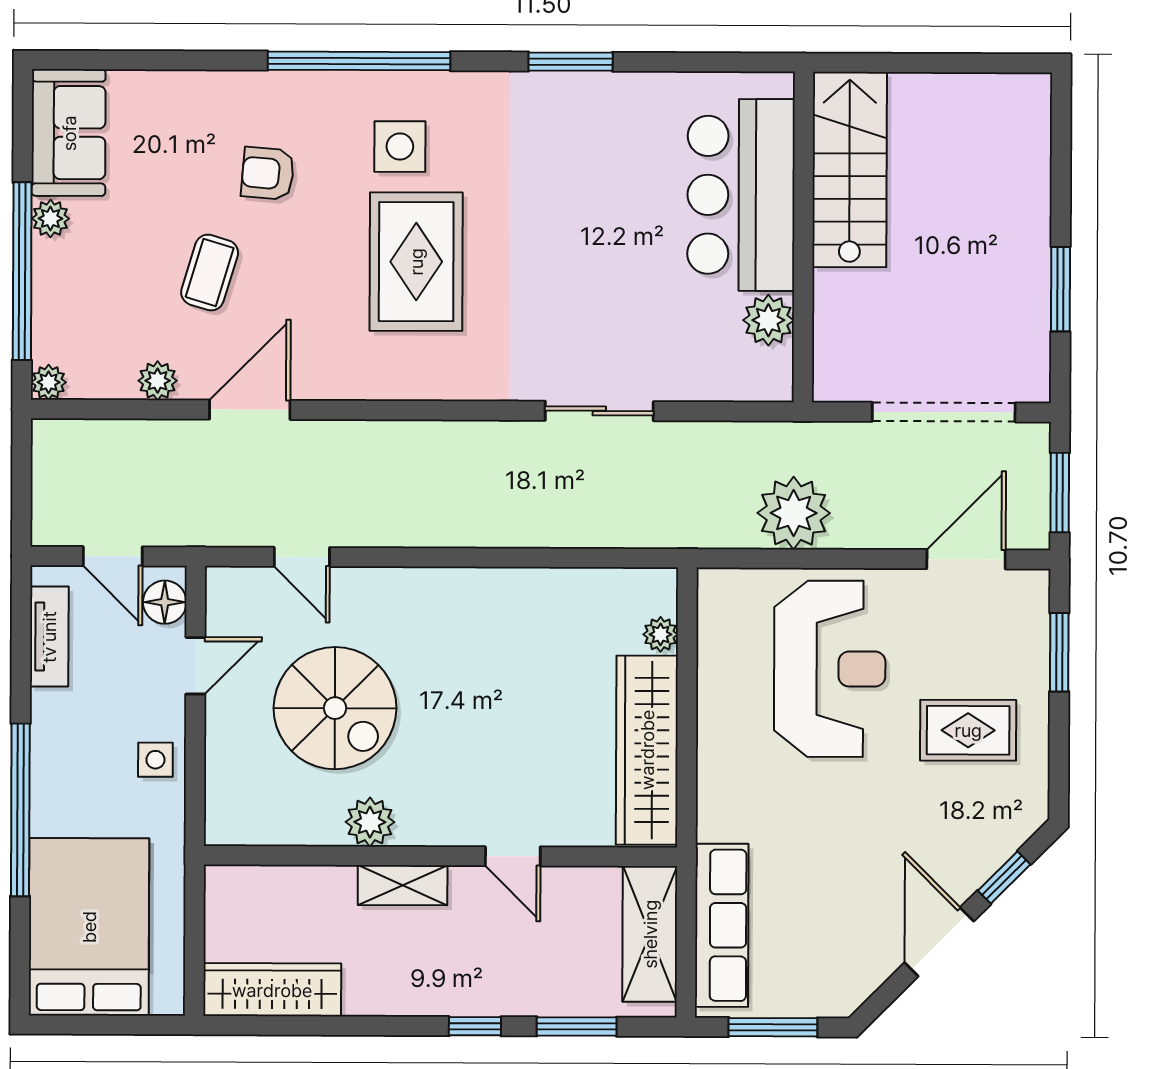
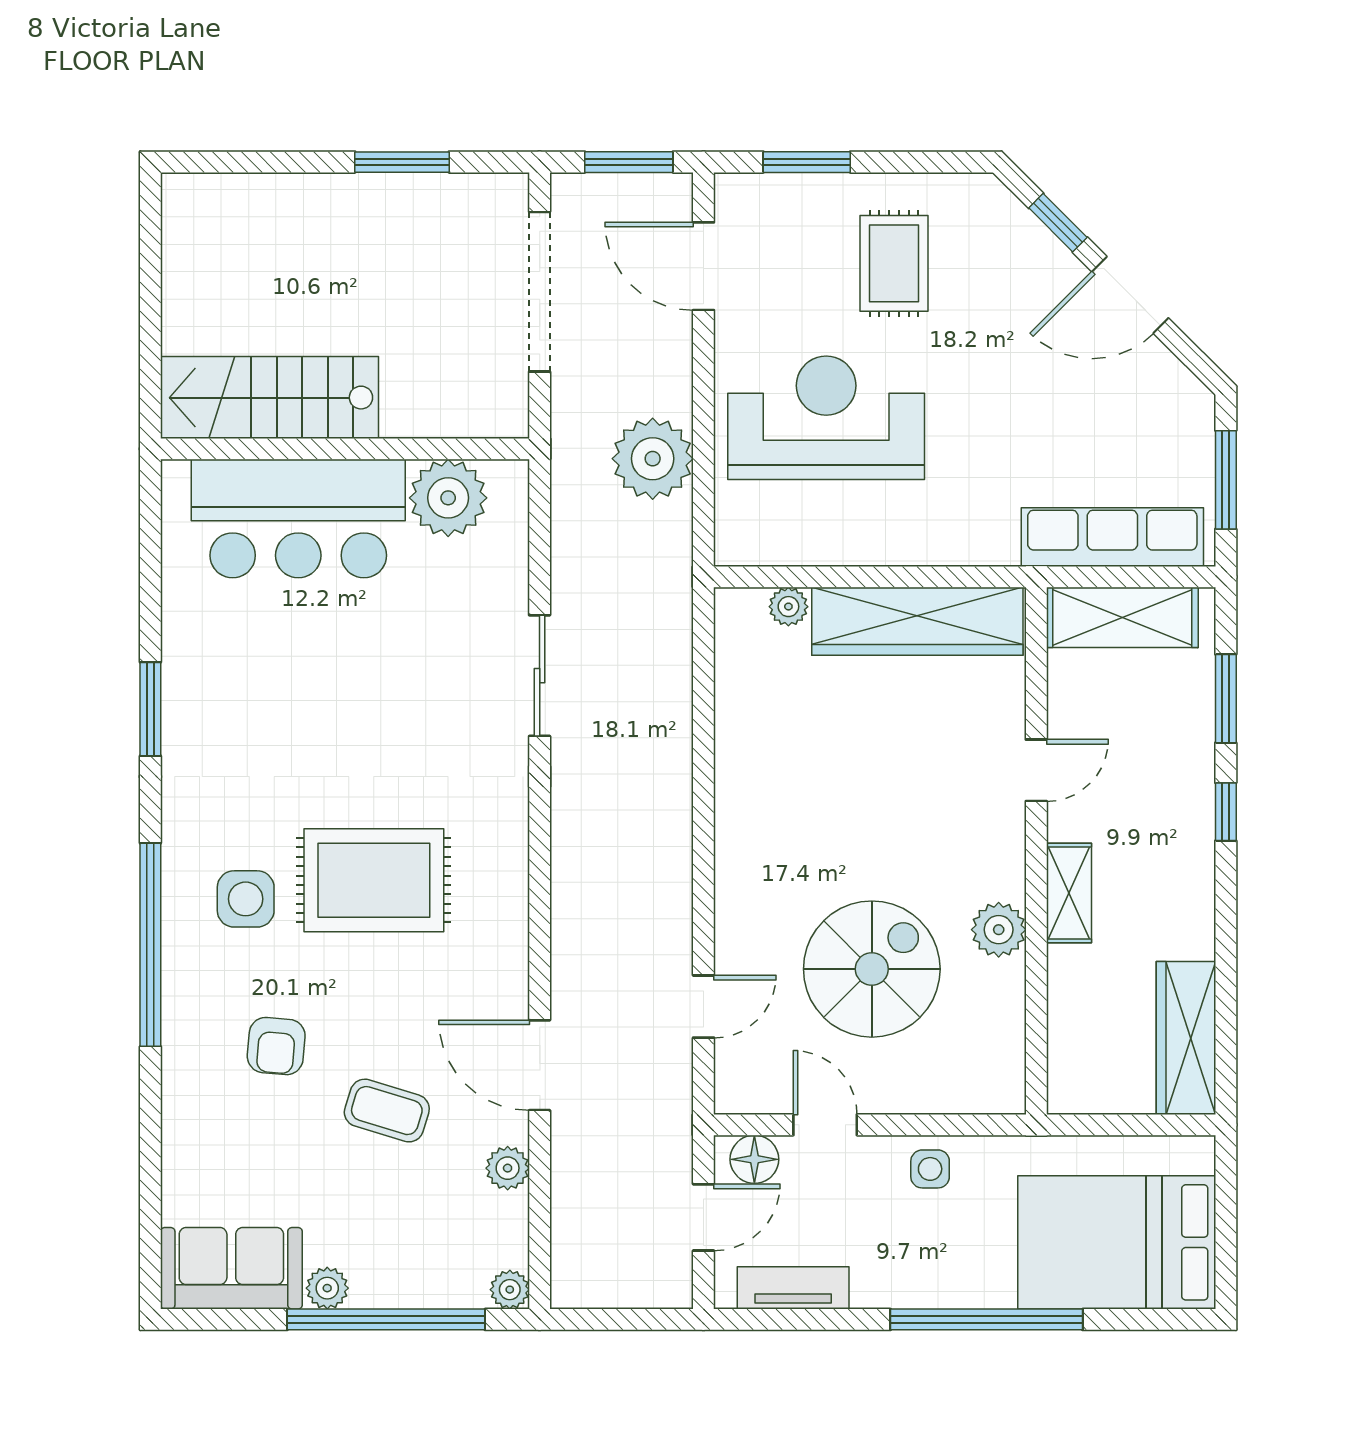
plant: (768, 320) -> (448, 498), width x1.36, depth x1.36

